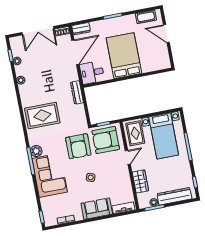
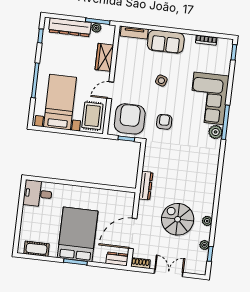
double door: (38, 31) -> (169, 273), width x0.73
door: (166, 33) -> (19, 222), removed
bed: (124, 56) -> (78, 234), moved, turned 180
desk: (92, 73) -> (38, 194), moved, turned 180
spiral stairs: (44, 74) -> (178, 219), added
rug: (42, 115) -> (195, 171), removed
armchair: (106, 140) -> (130, 119), turned -90
armchair: (78, 146) -> (164, 122), width x0.53, depth x0.53

